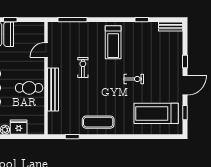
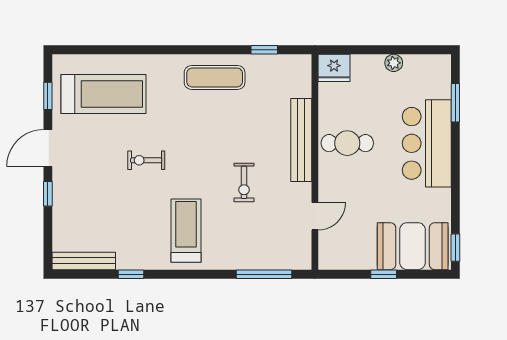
bench: (171, 27) -> (84, 261), width x1.36
fridge: (19, 127) -> (334, 68), moved

